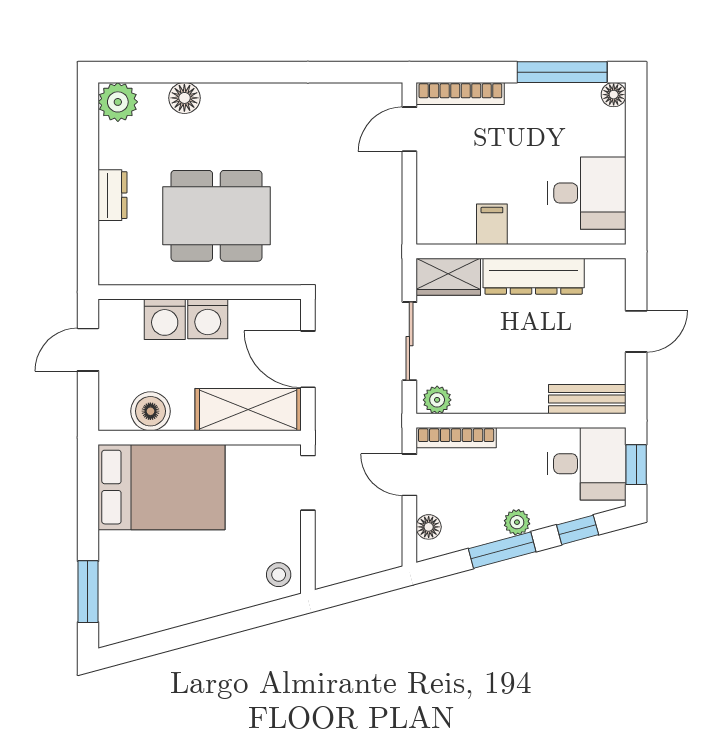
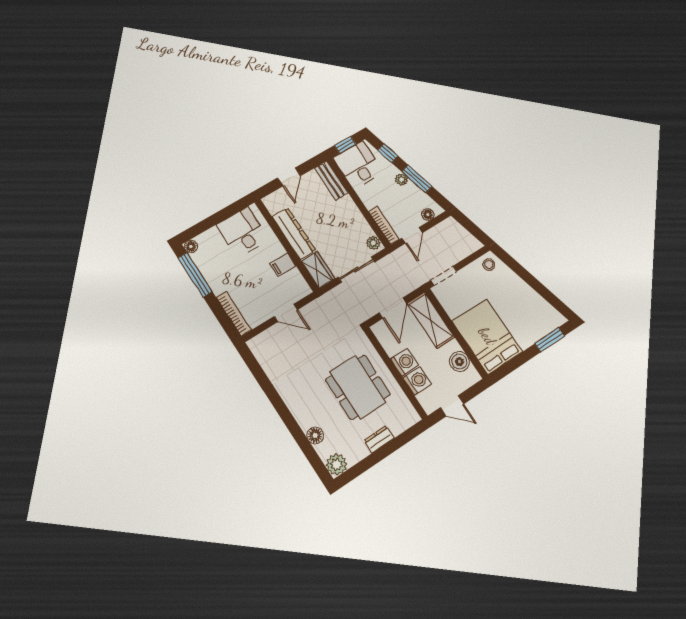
door: (409, 129) -> (286, 313), moved
door: (636, 331) -> (289, 177), swing flipped

